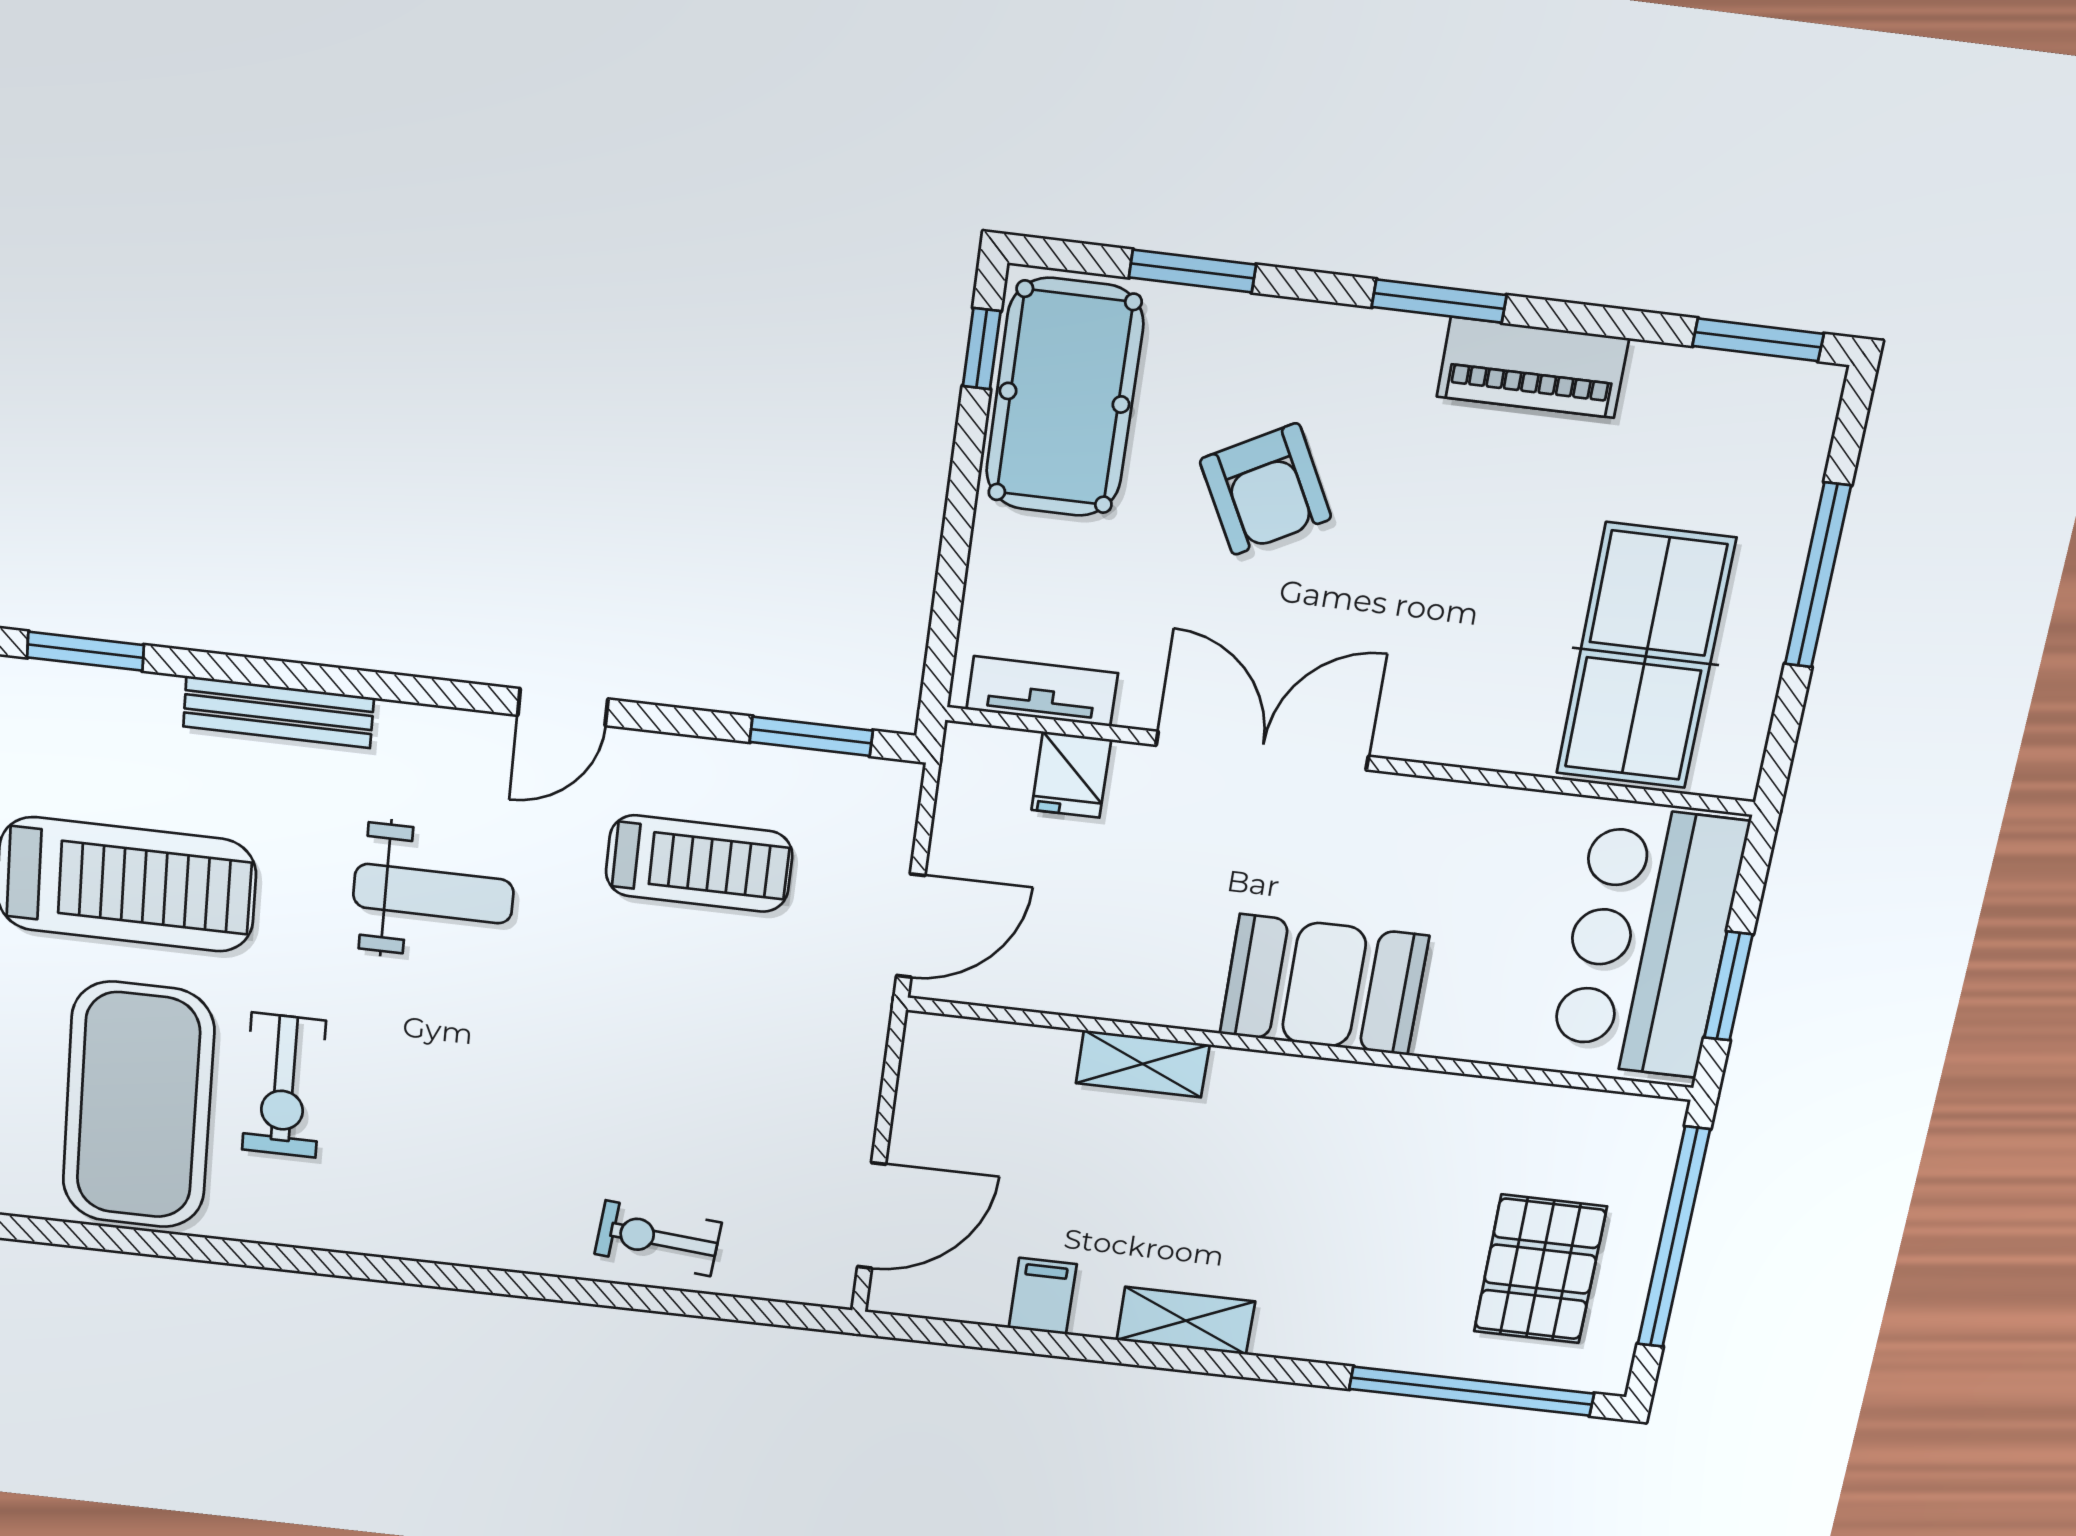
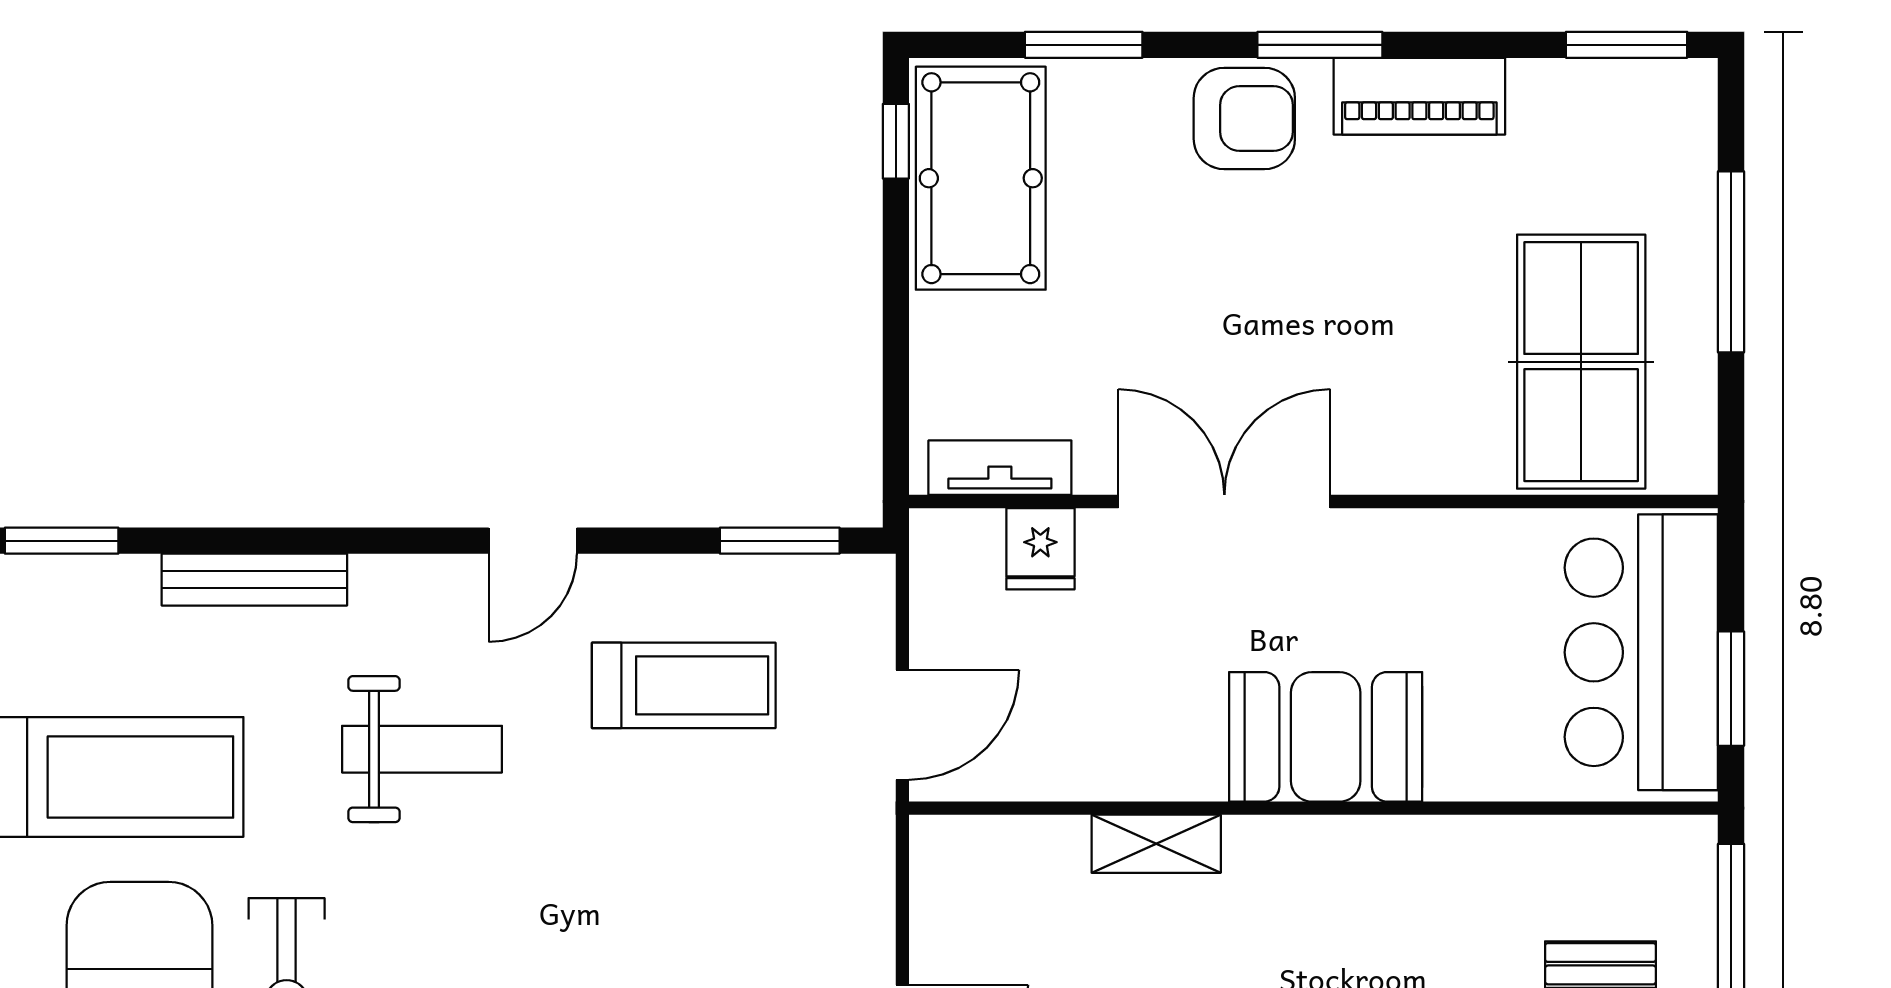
armchair: (1266, 489) -> (1244, 119), moved, turned -62

